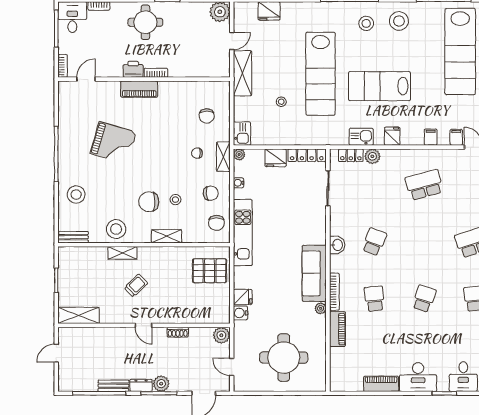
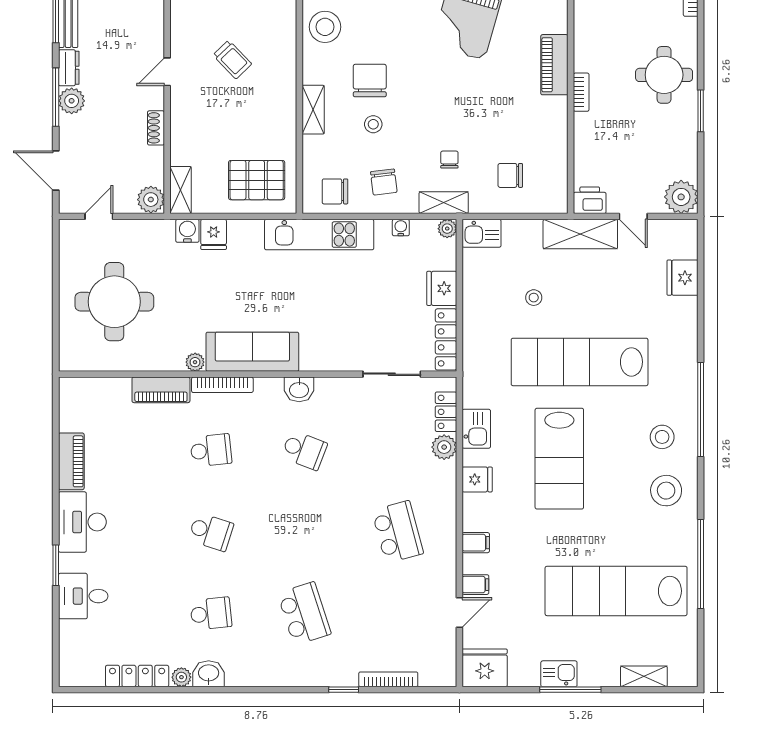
printer: (133, 69) -> (590, 200), moved, turned -90
lab bench: (379, 86) -> (559, 459), turned 180
shelving: (123, 253) -> (181, 190), moved
pallet: (210, 271) -> (257, 180), turned 90

